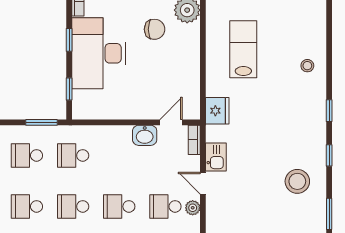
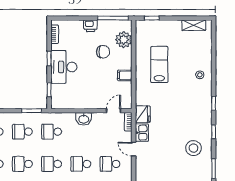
desk: (99, 53) -> (64, 67), width x0.73, depth x0.77
filing cabinet: (189, 67) -> (125, 75), added
fridge: (217, 111) -> (143, 114), moved
washbasin: (145, 135) -> (84, 119), moved
plant: (193, 208) -> (127, 165), removed

